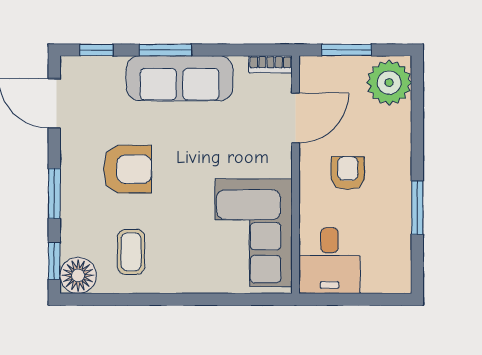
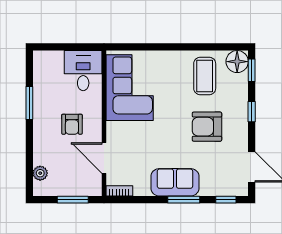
sofa: (180, 78) -> (175, 182), width x0.73
plant: (389, 83) -> (40, 173), width x0.53, depth x0.53
door: (296, 118) -> (104, 158), hinge flipped
window: (54, 194) -> (252, 112), width x0.67
coffee table: (131, 252) -> (205, 76), width x1.36, depth x1.30

